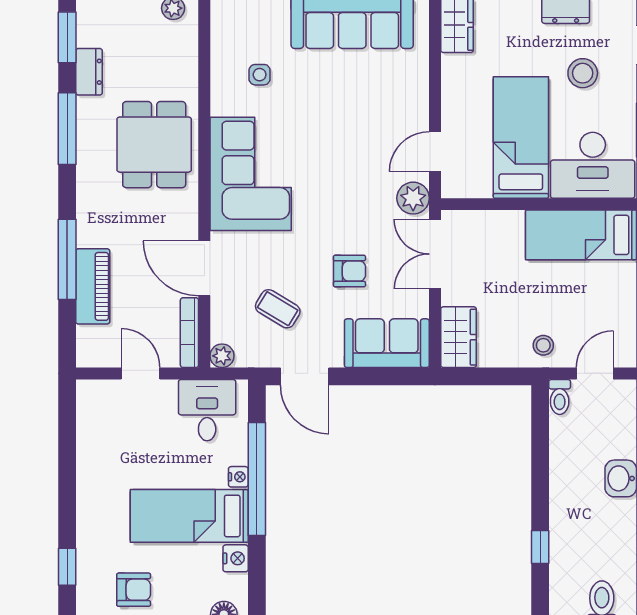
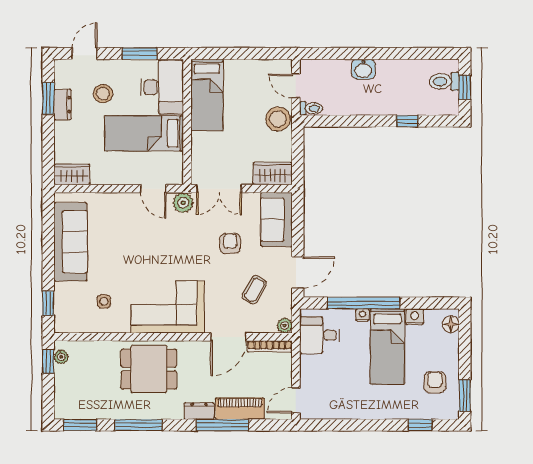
dresser: (89, 72) -> (199, 411), moved
stool: (543, 345) -> (278, 119), width x1.89, depth x1.89
door: (140, 373) -> (296, 400), moved

